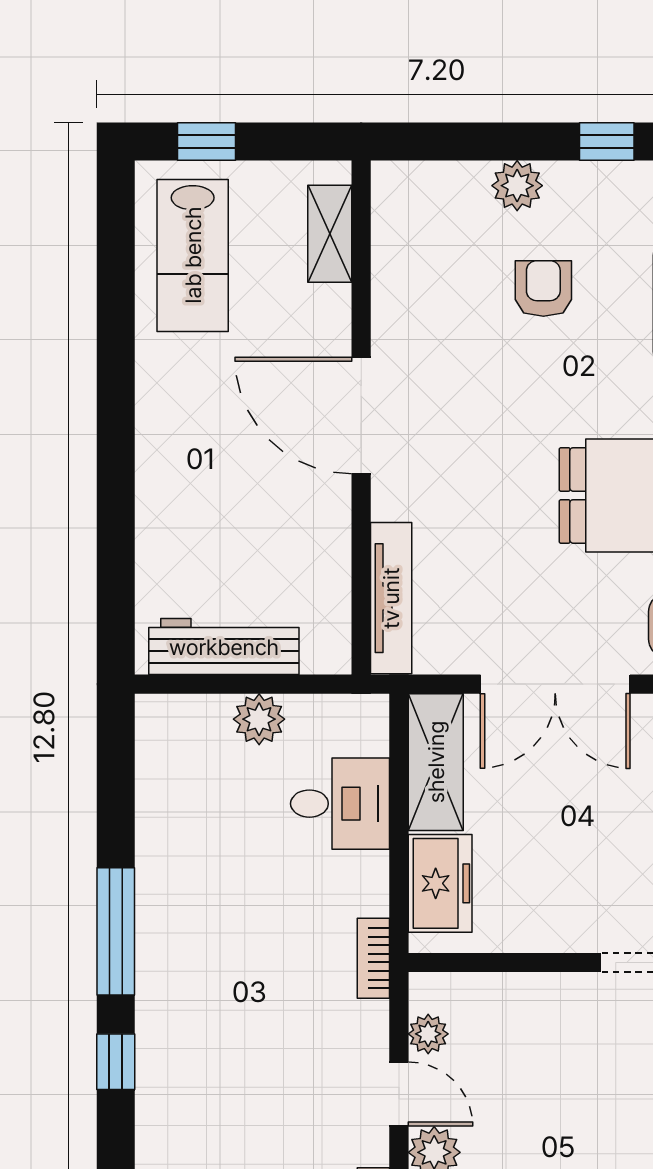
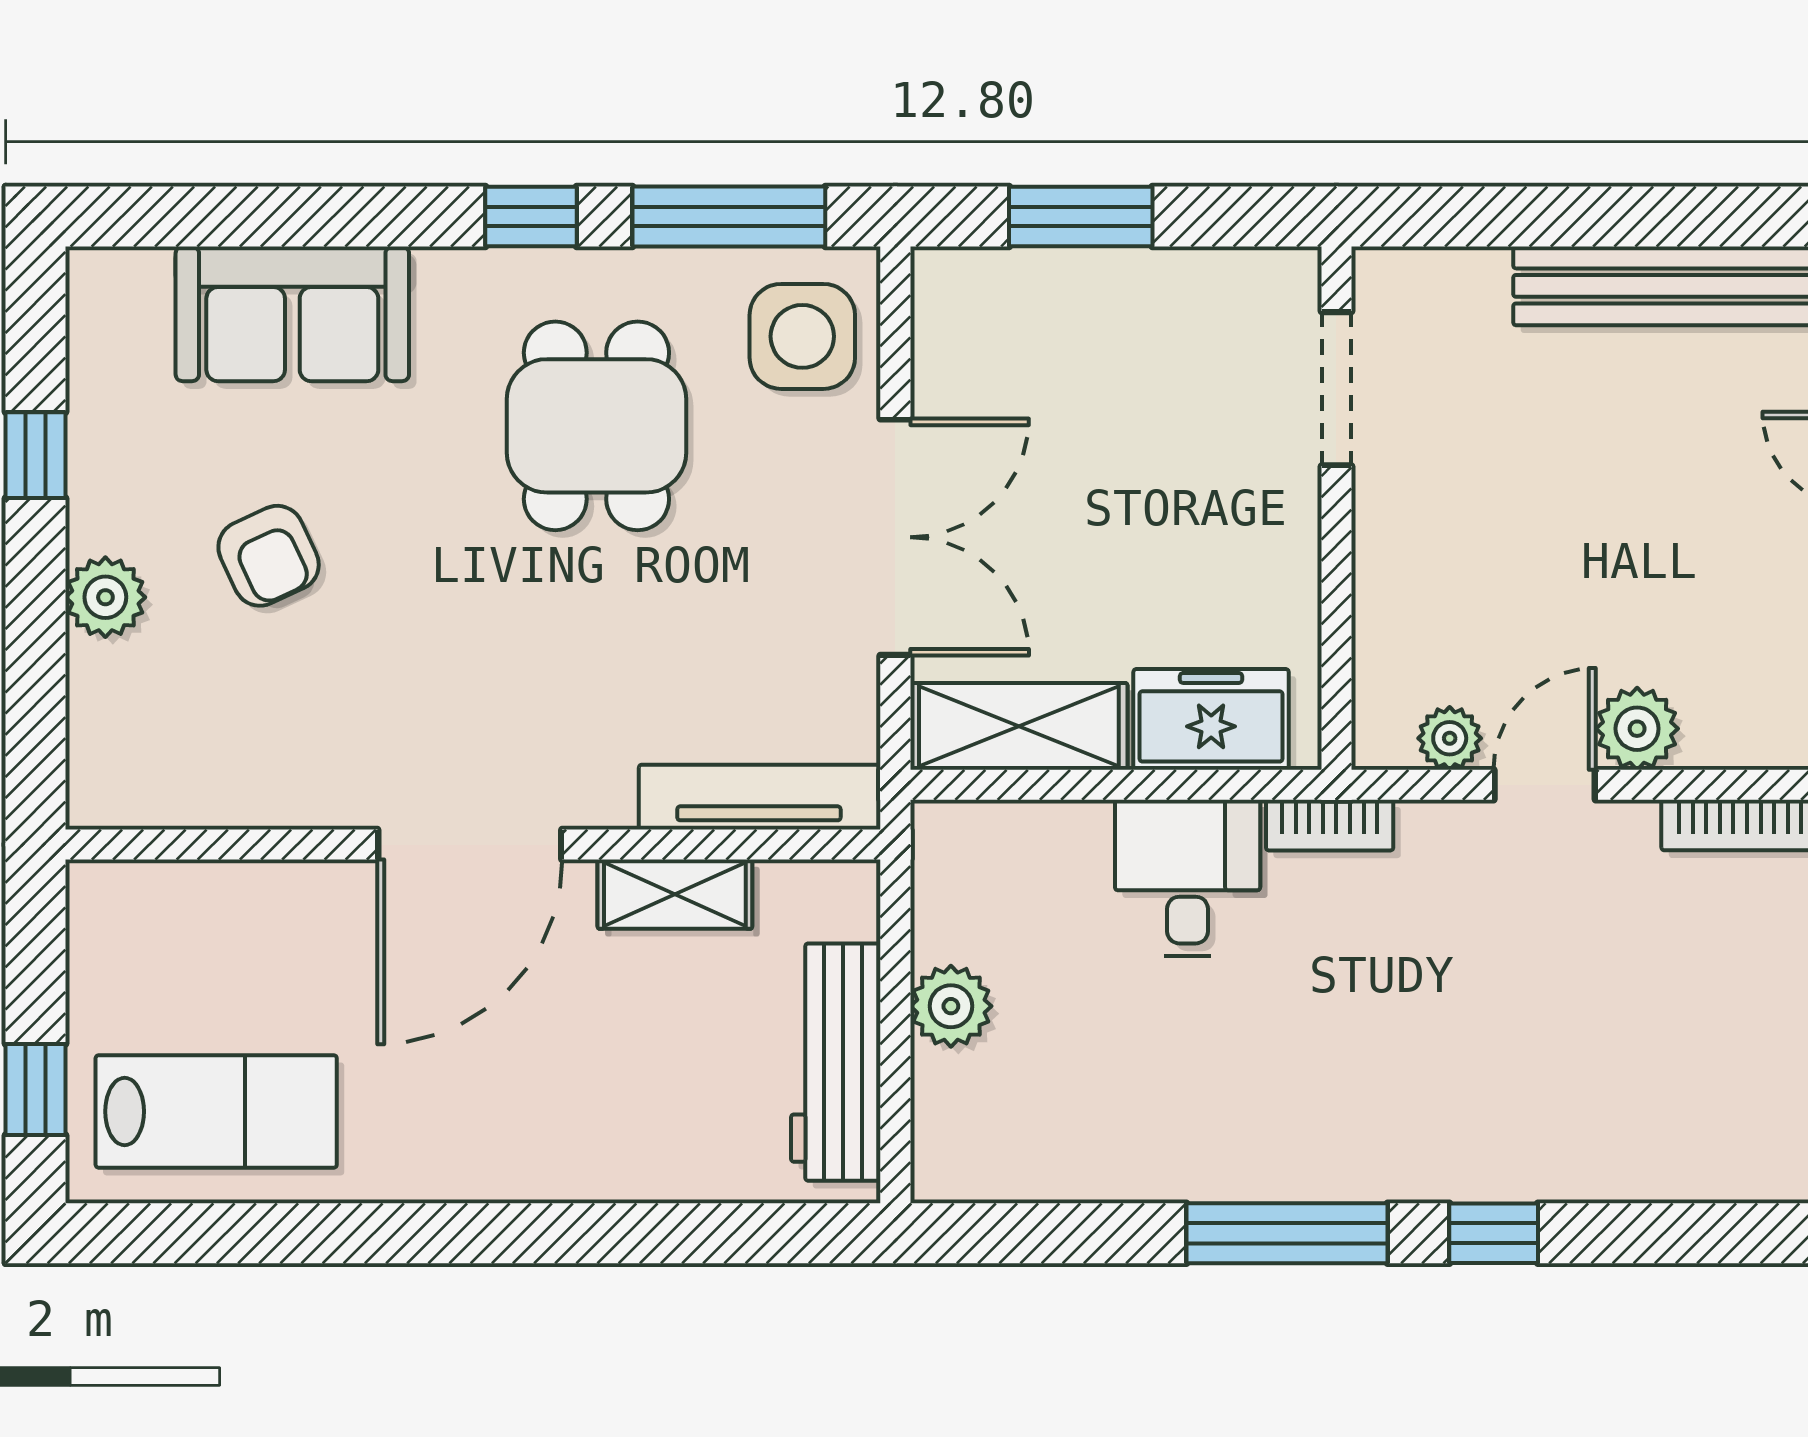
shelving: (330, 234) -> (675, 894), moved
armchair: (543, 289) -> (269, 556), turned -115
desk: (340, 804) -> (1188, 878), moved

